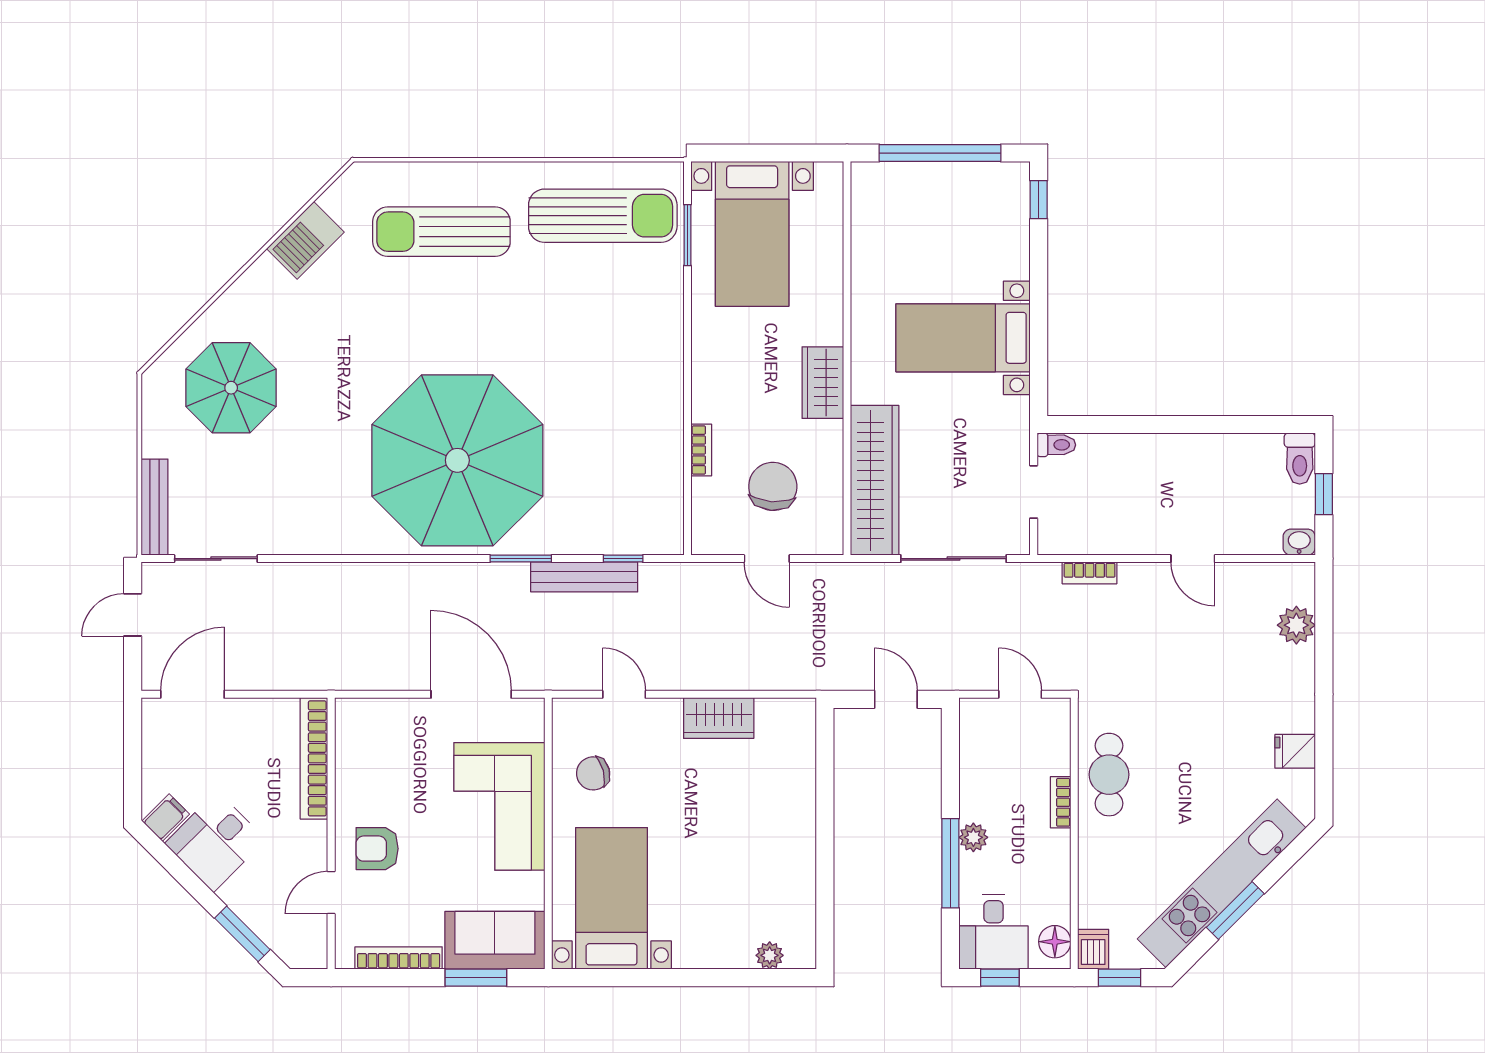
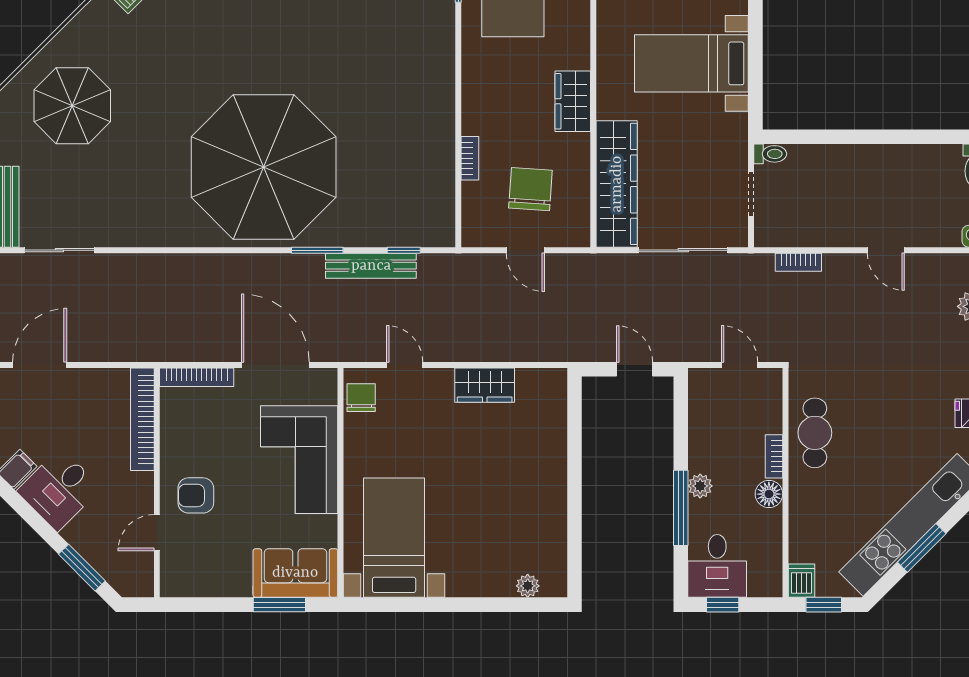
chair: (593, 773) -> (361, 398), moved, turned 105
floor lamp: (1055, 942) -> (769, 494), moved
bookcase: (399, 958) -> (197, 377), moved, turned 180

